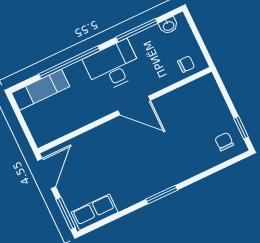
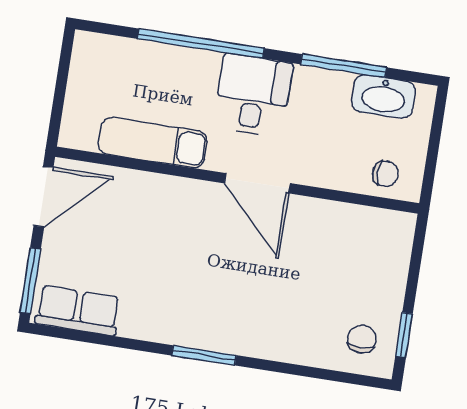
washbasin: (168, 26) -> (383, 97), width x1.91, depth x1.45
desk: (113, 66) -> (253, 95), width x0.73
exam couch: (41, 90) -> (153, 143), moved, turned 180

